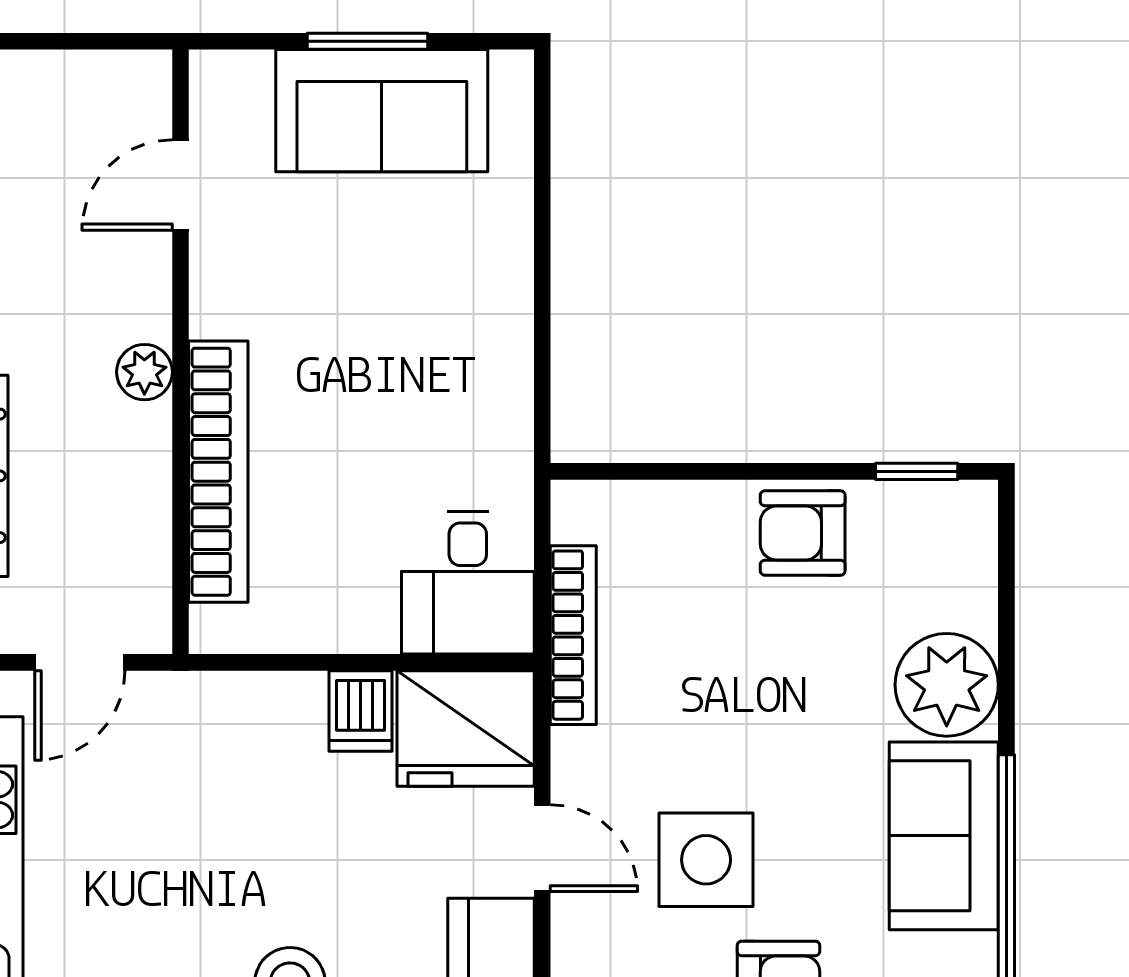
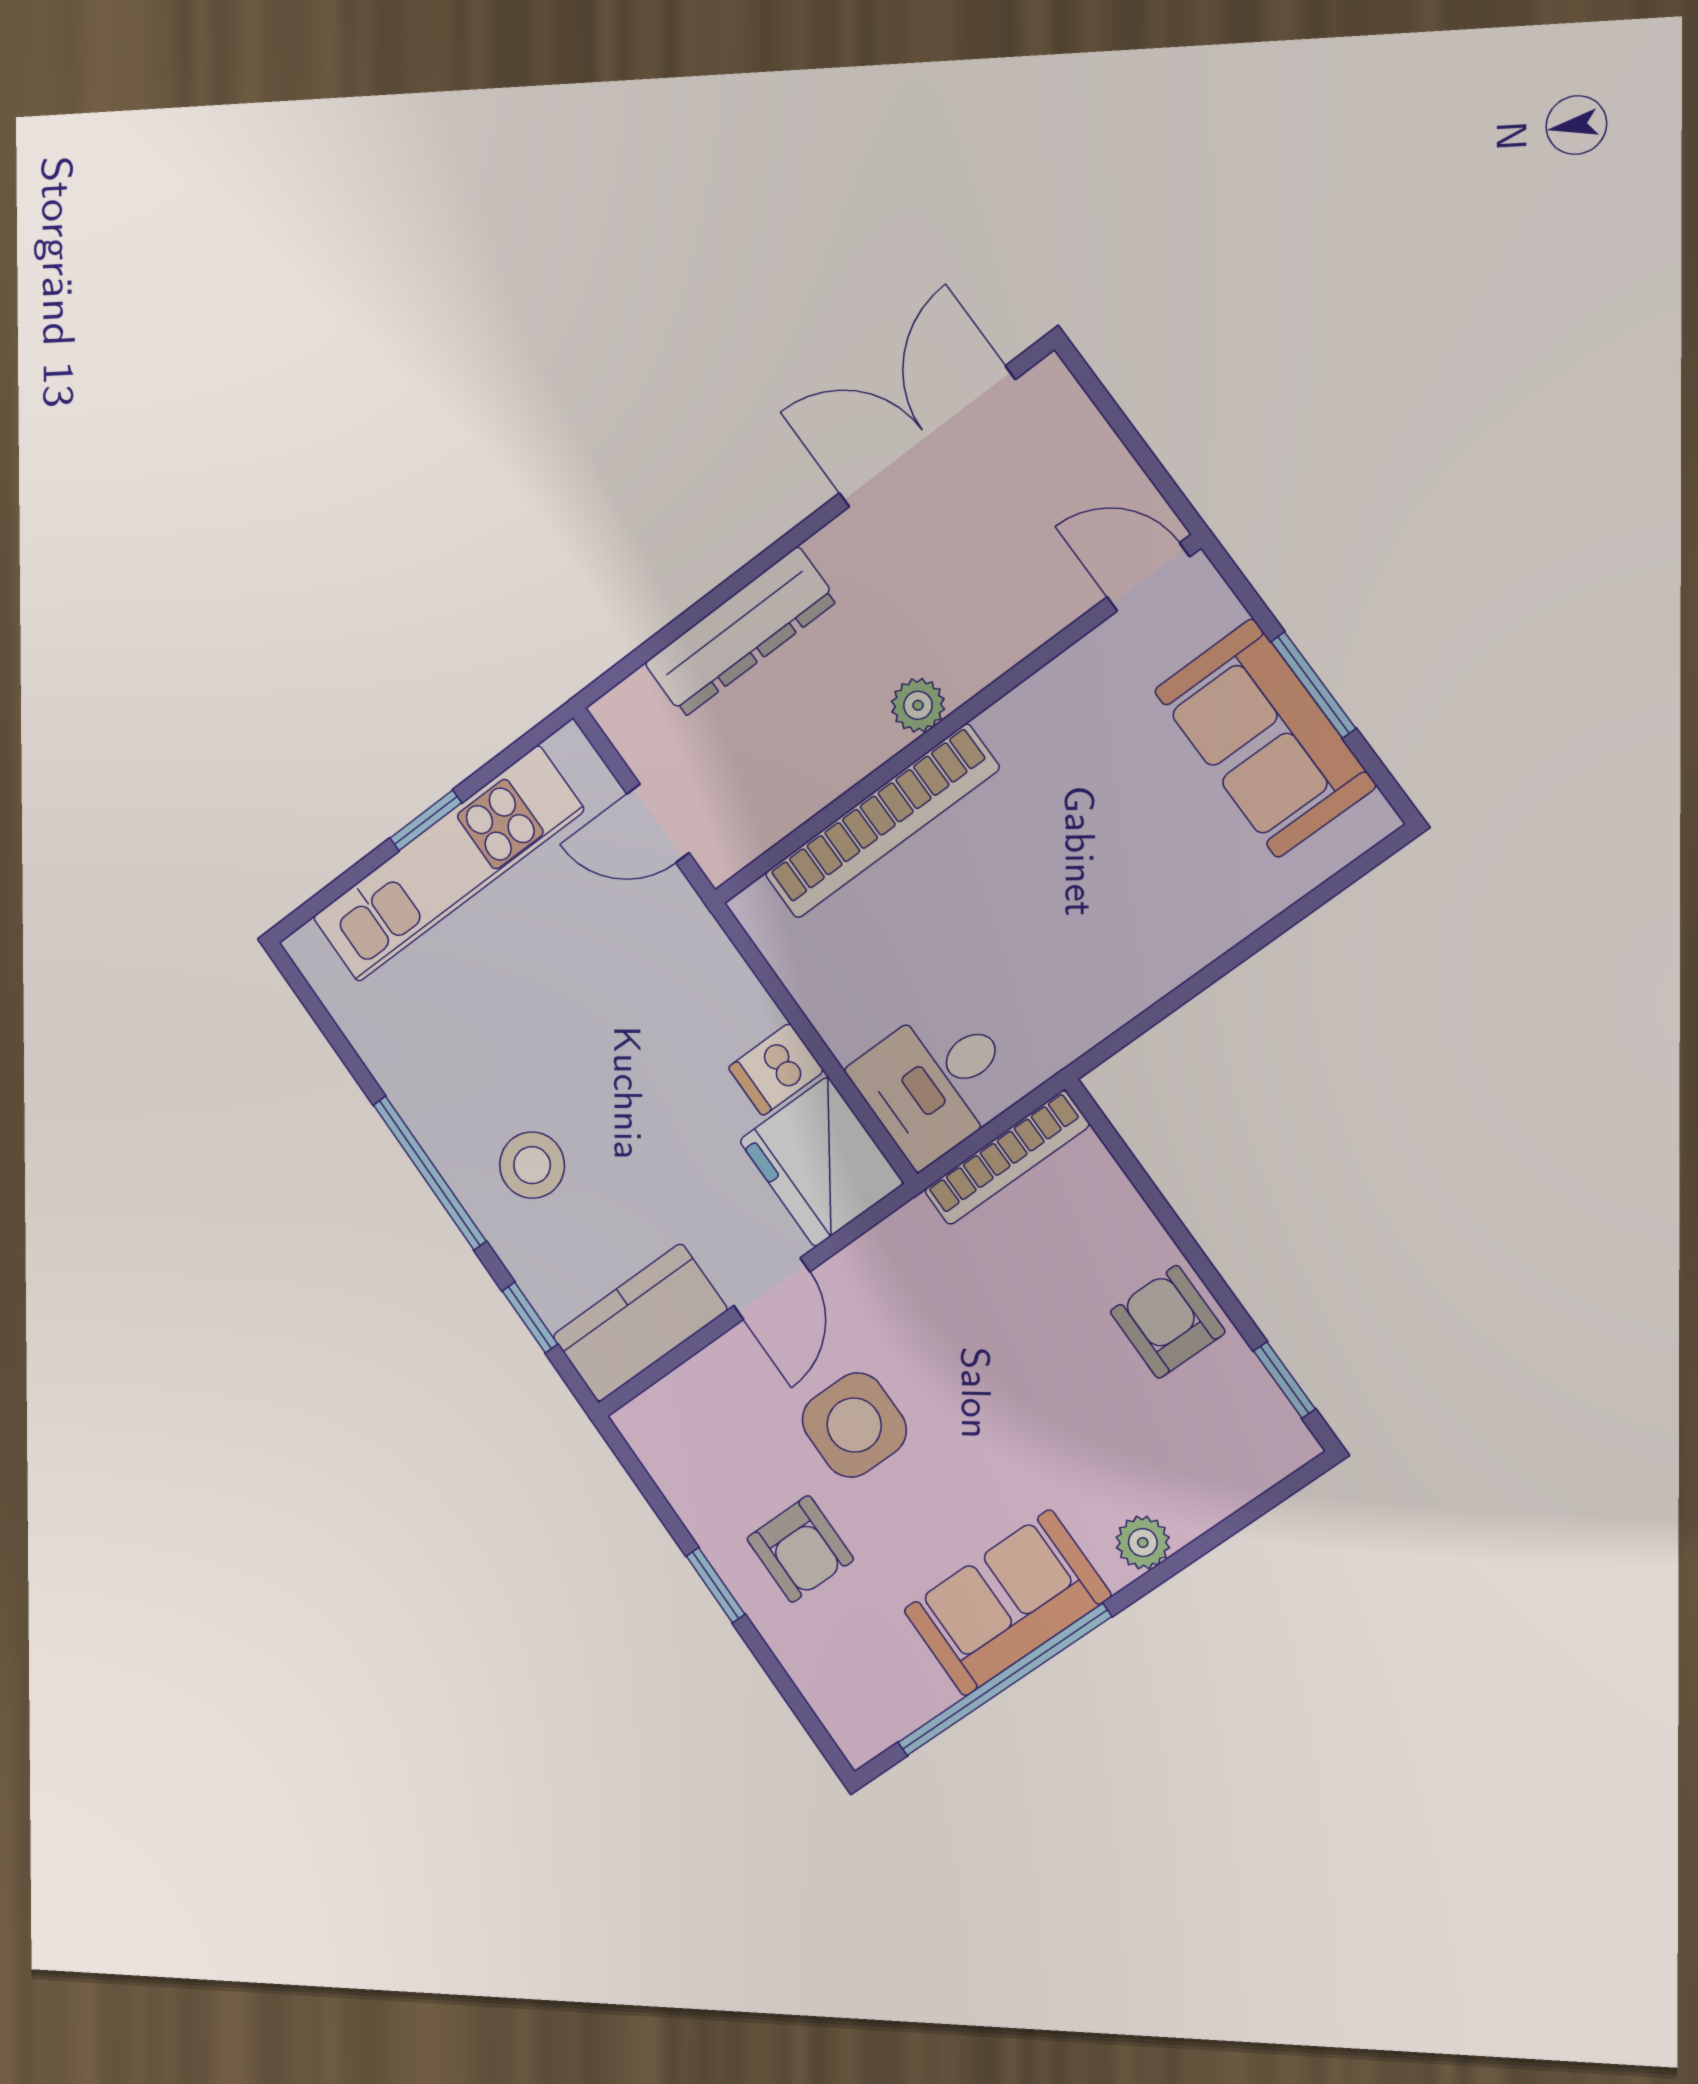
door: (180, 185) -> (1148, 577), moved
bookcase: (573, 635) -> (1007, 1158), moved
plant: (947, 685) -> (1143, 1543), width x0.53, depth x0.53

